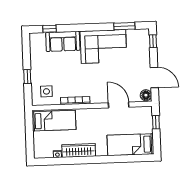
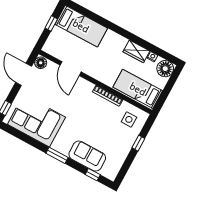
window: (124, 26) -> (57, 155), moved
corner sofa: (103, 46) -> (37, 121), moved
window: (156, 122) -> (51, 23), moved
floor lamp: (41, 150) -> (165, 69), added
wardrobe: (79, 150) -> (136, 51), width x0.67

